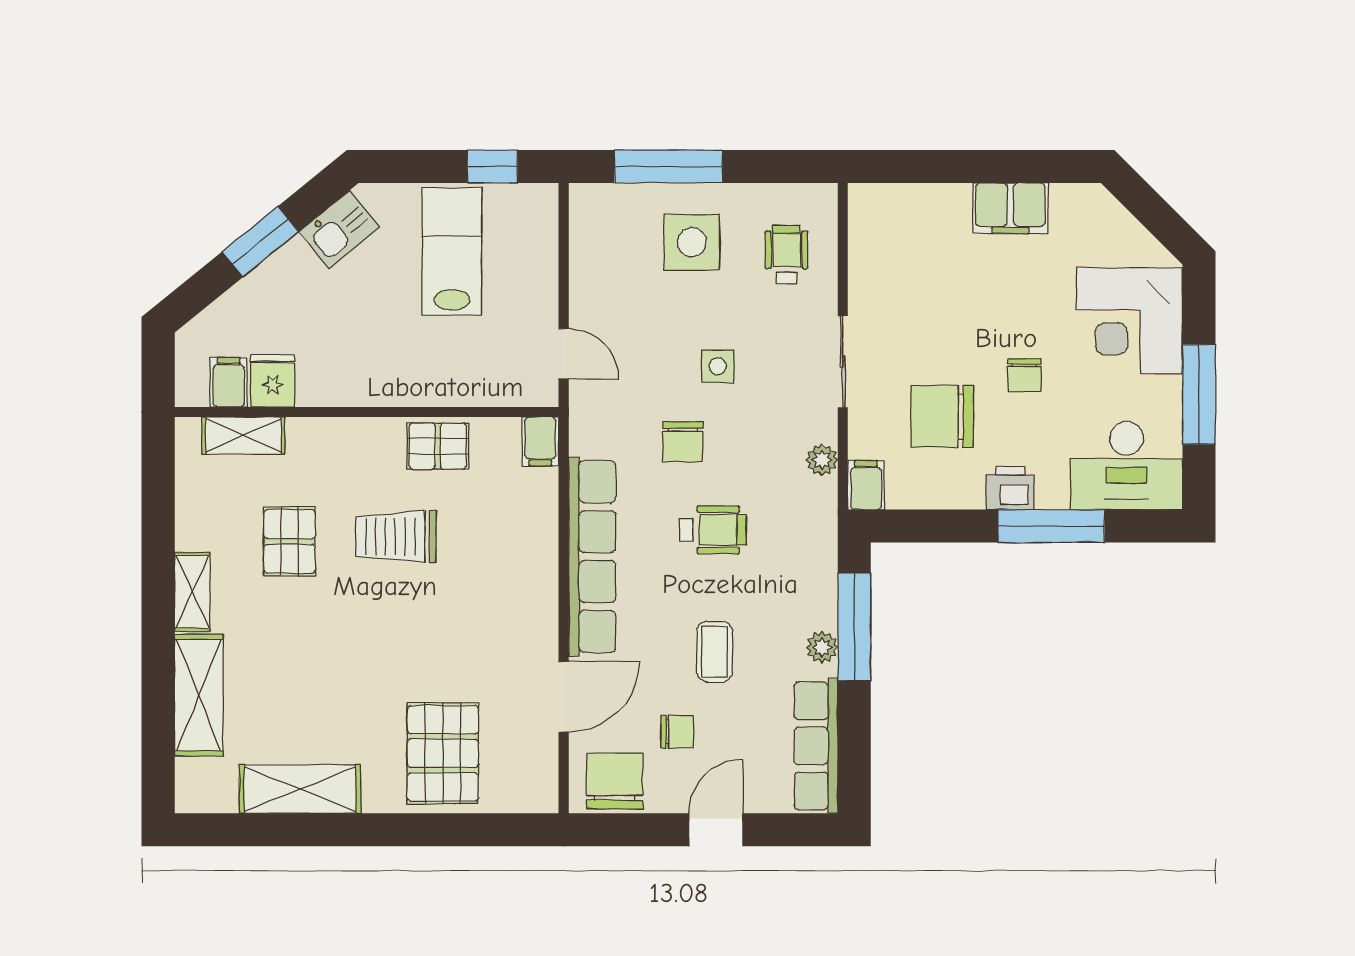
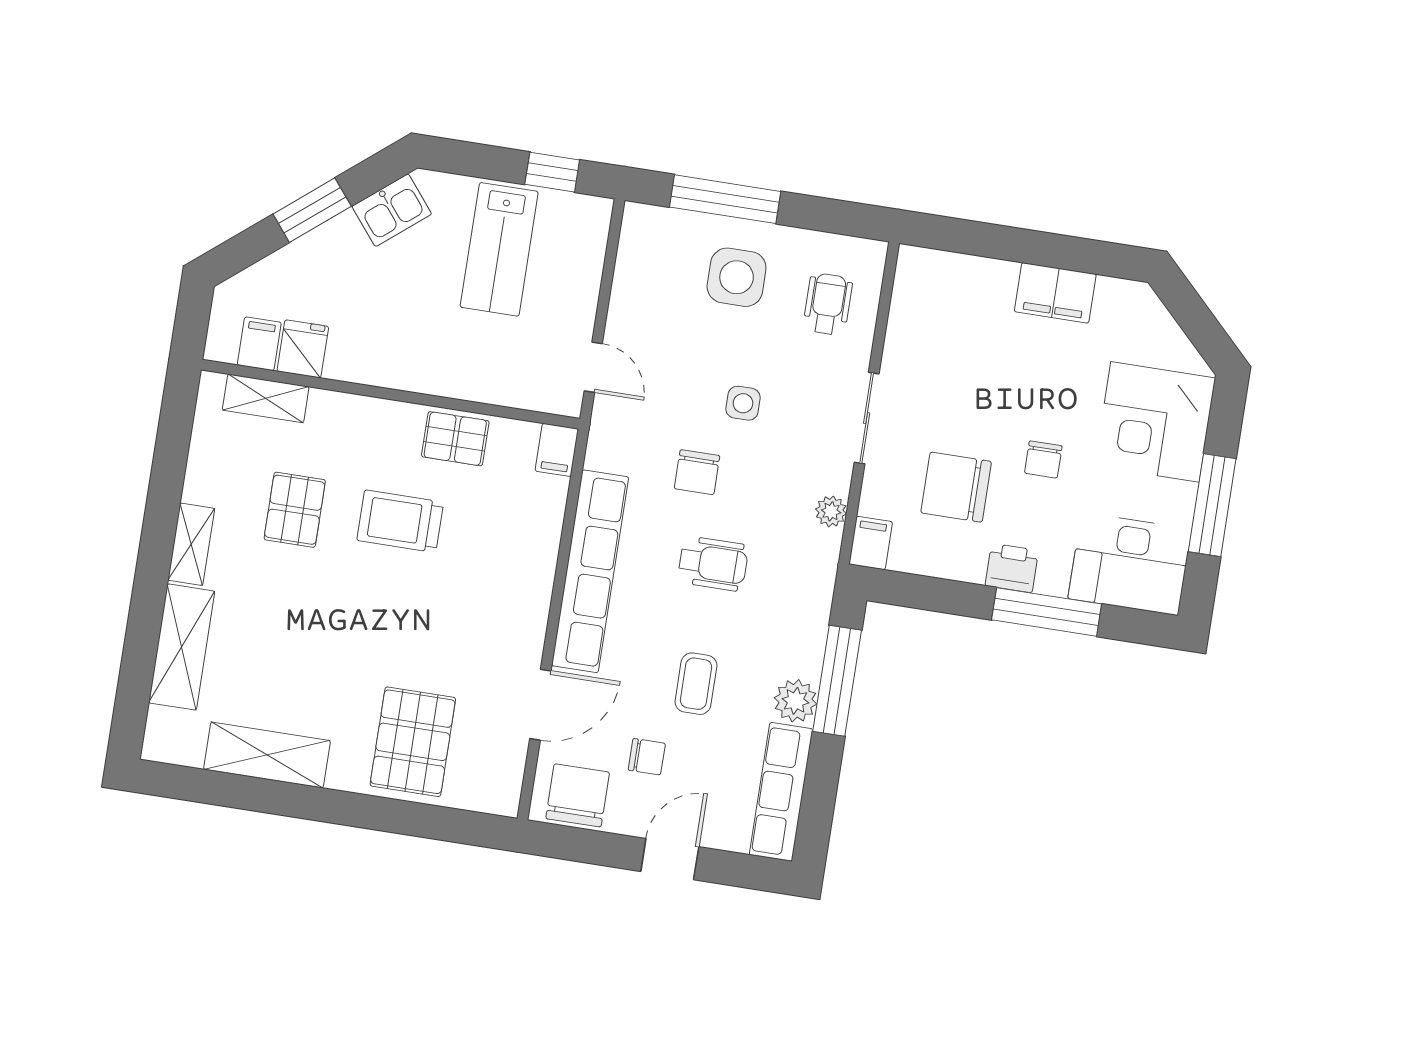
lab bench: (452, 251) -> (499, 249), turned 180
plant: (822, 647) -> (795, 701), width x1.38, depth x1.38

